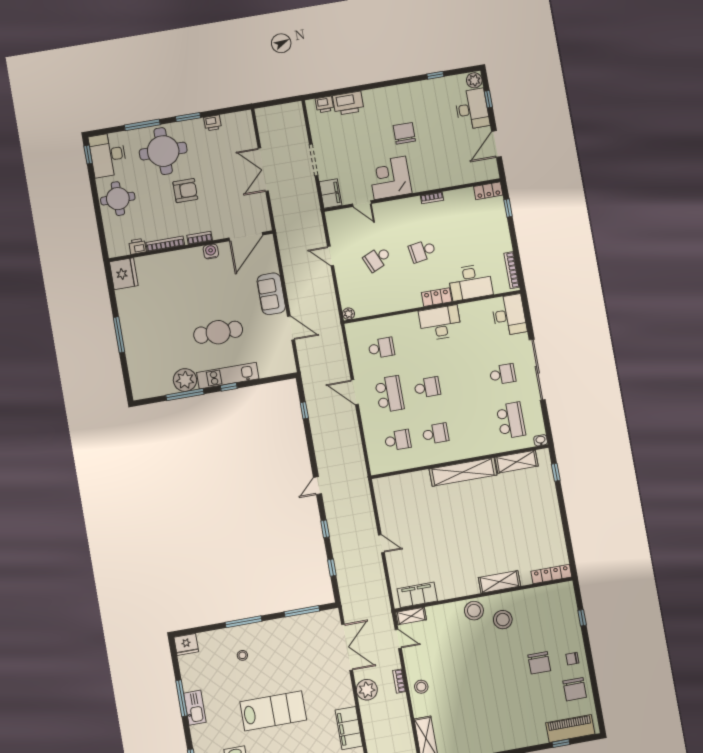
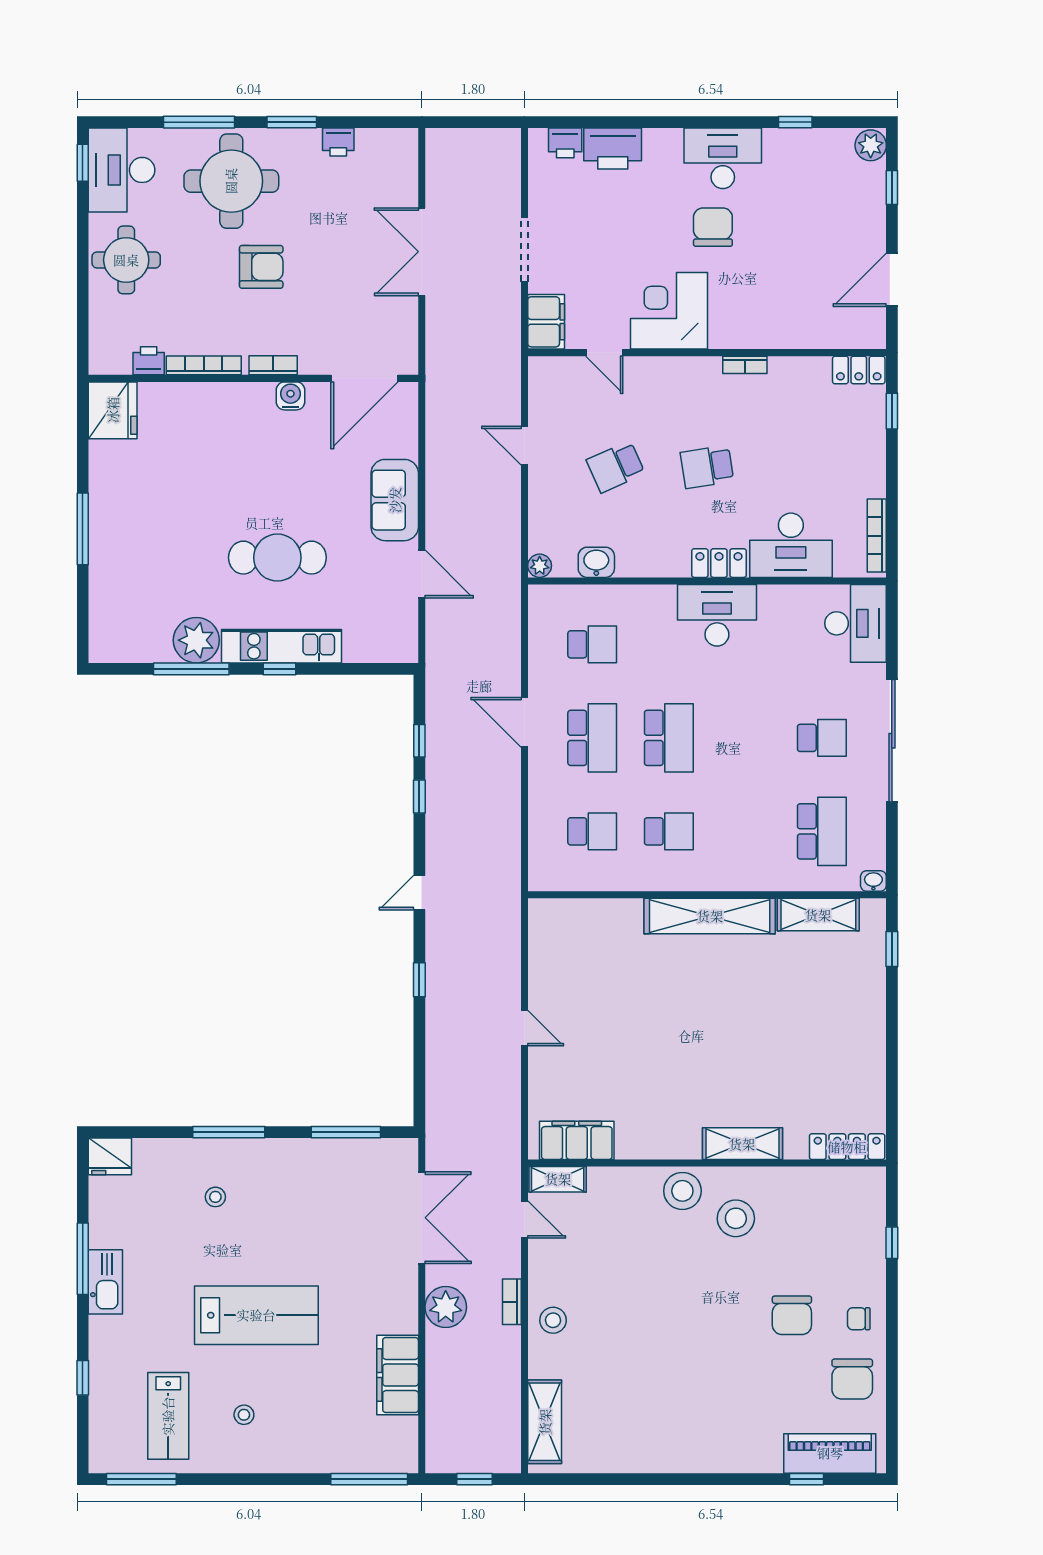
desk: (472, 109) -> (723, 158), moved, turned -90
washbasin: (376, 307) -> (596, 562), added
school desk: (427, 387) -> (669, 738), width x1.85
window: (332, 568) -> (419, 796), moved

